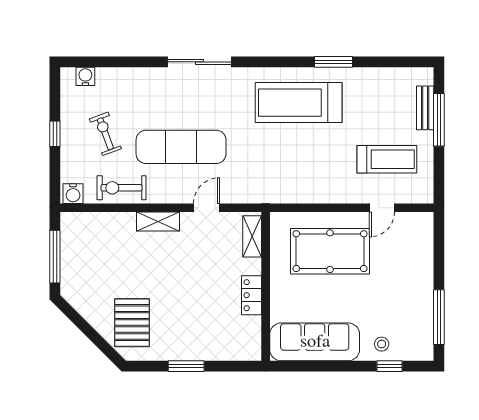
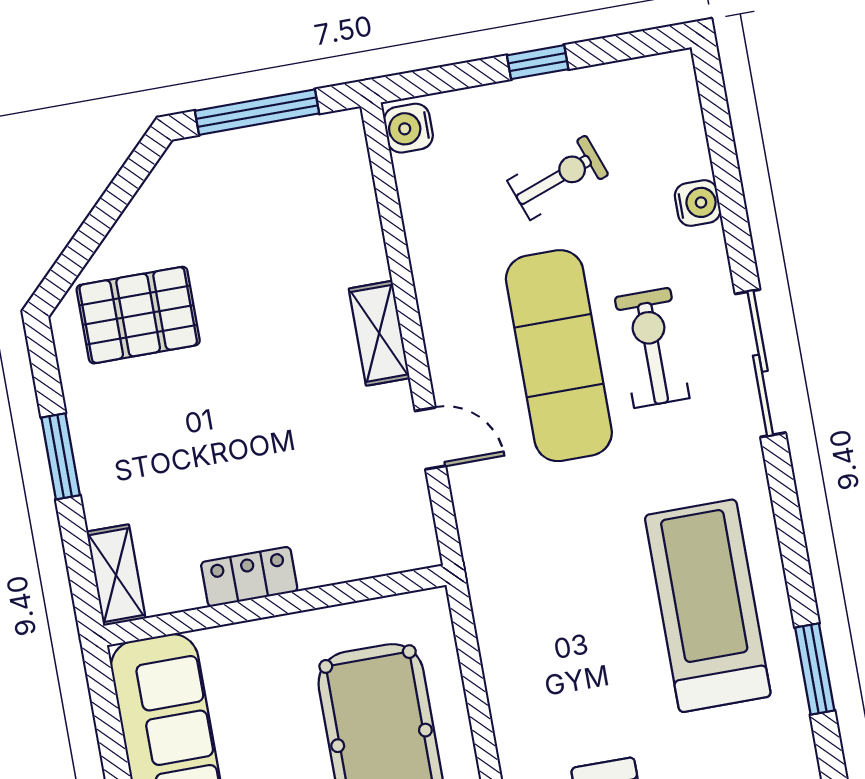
water cooler: (85, 76) -> (698, 203), moved
exercise bike: (122, 188) -> (652, 348), moved
shelving: (252, 236) -> (116, 575), moved, turned 90

